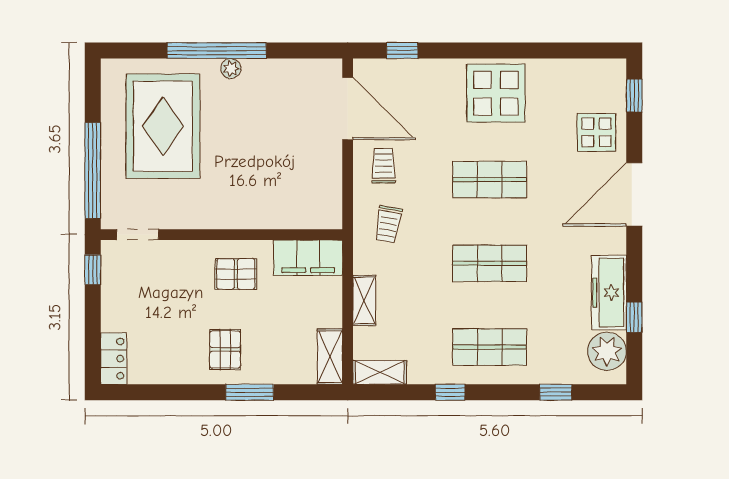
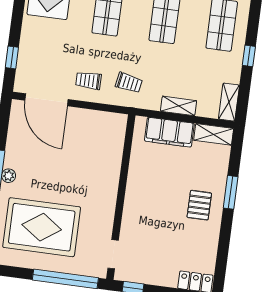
door: (348, 109) -> (46, 100), swing flipped
filing cabinet: (308, 258) -> (169, 132), moved, turned 90
pallet: (236, 274) -> (149, 191), removed
pallet: (225, 349) -> (199, 205), turned 90

